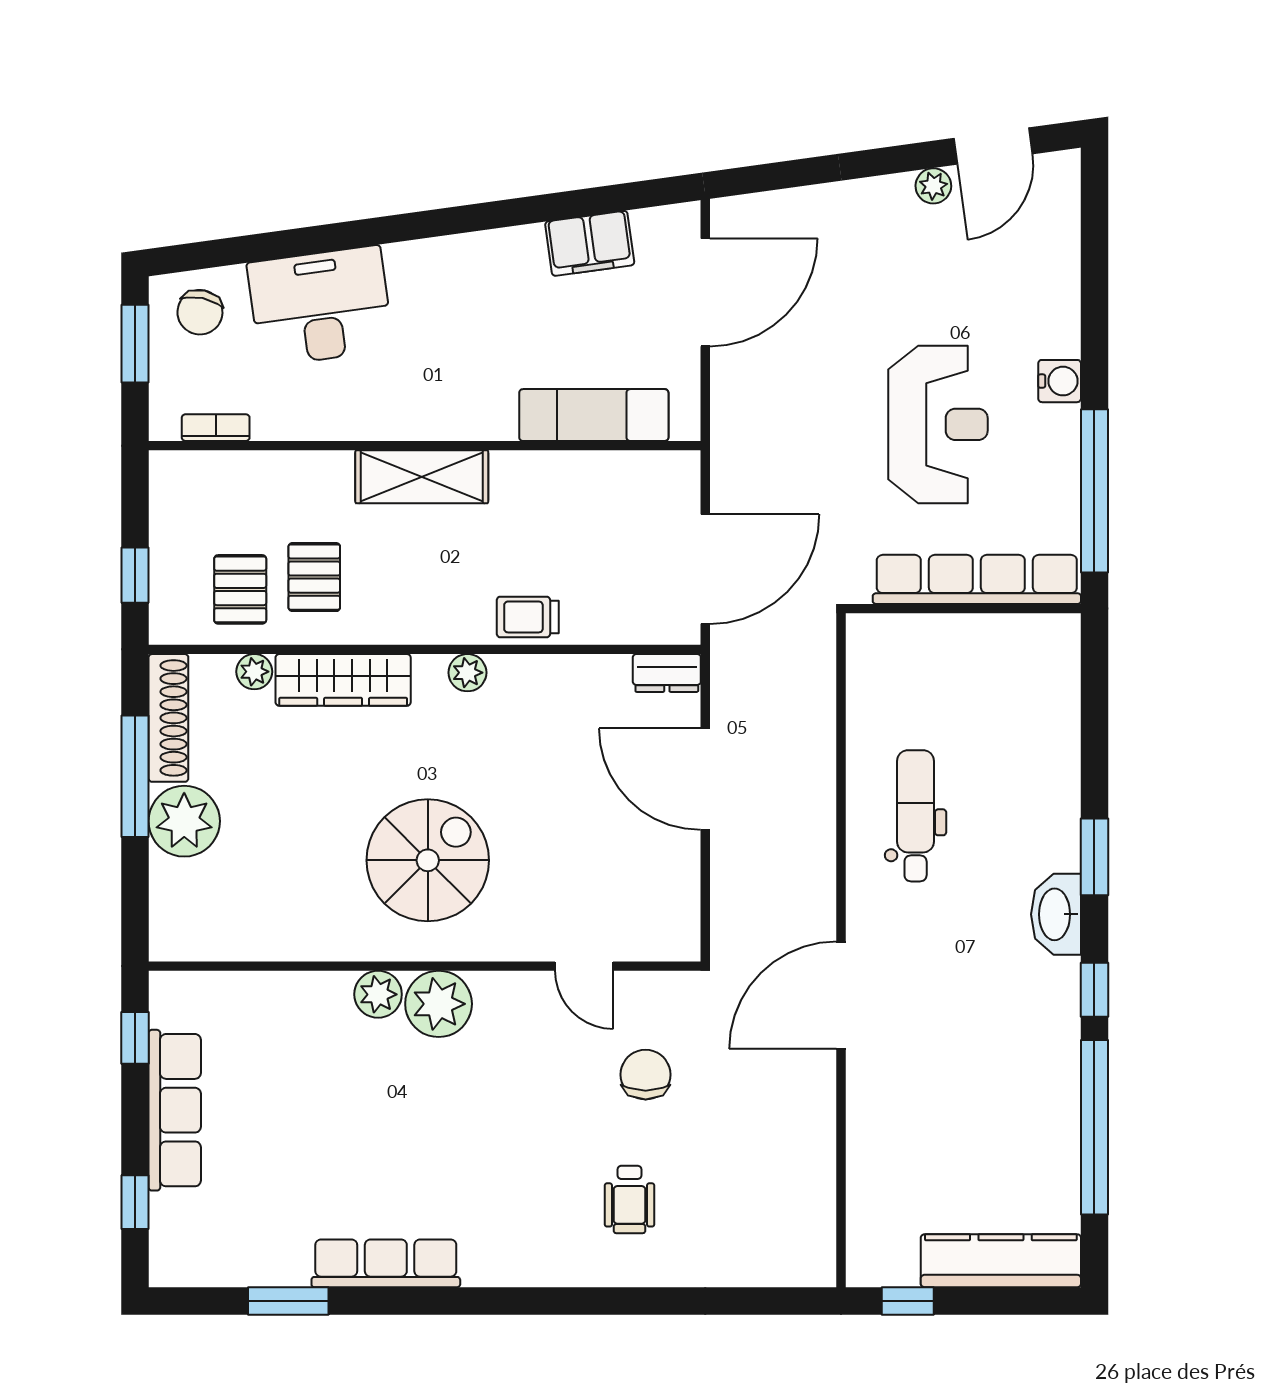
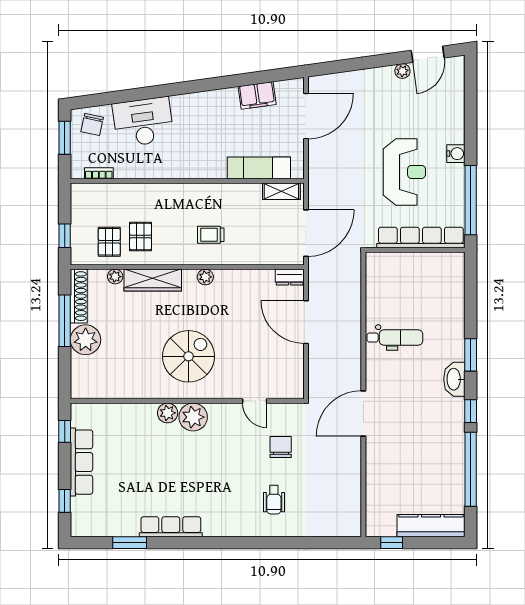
shelving: (422, 477) -> (281, 191), moved, width x0.67, depth x0.75
trolley: (528, 617) -> (211, 235), moved
dental chair: (916, 816) -> (395, 337), turned 90

